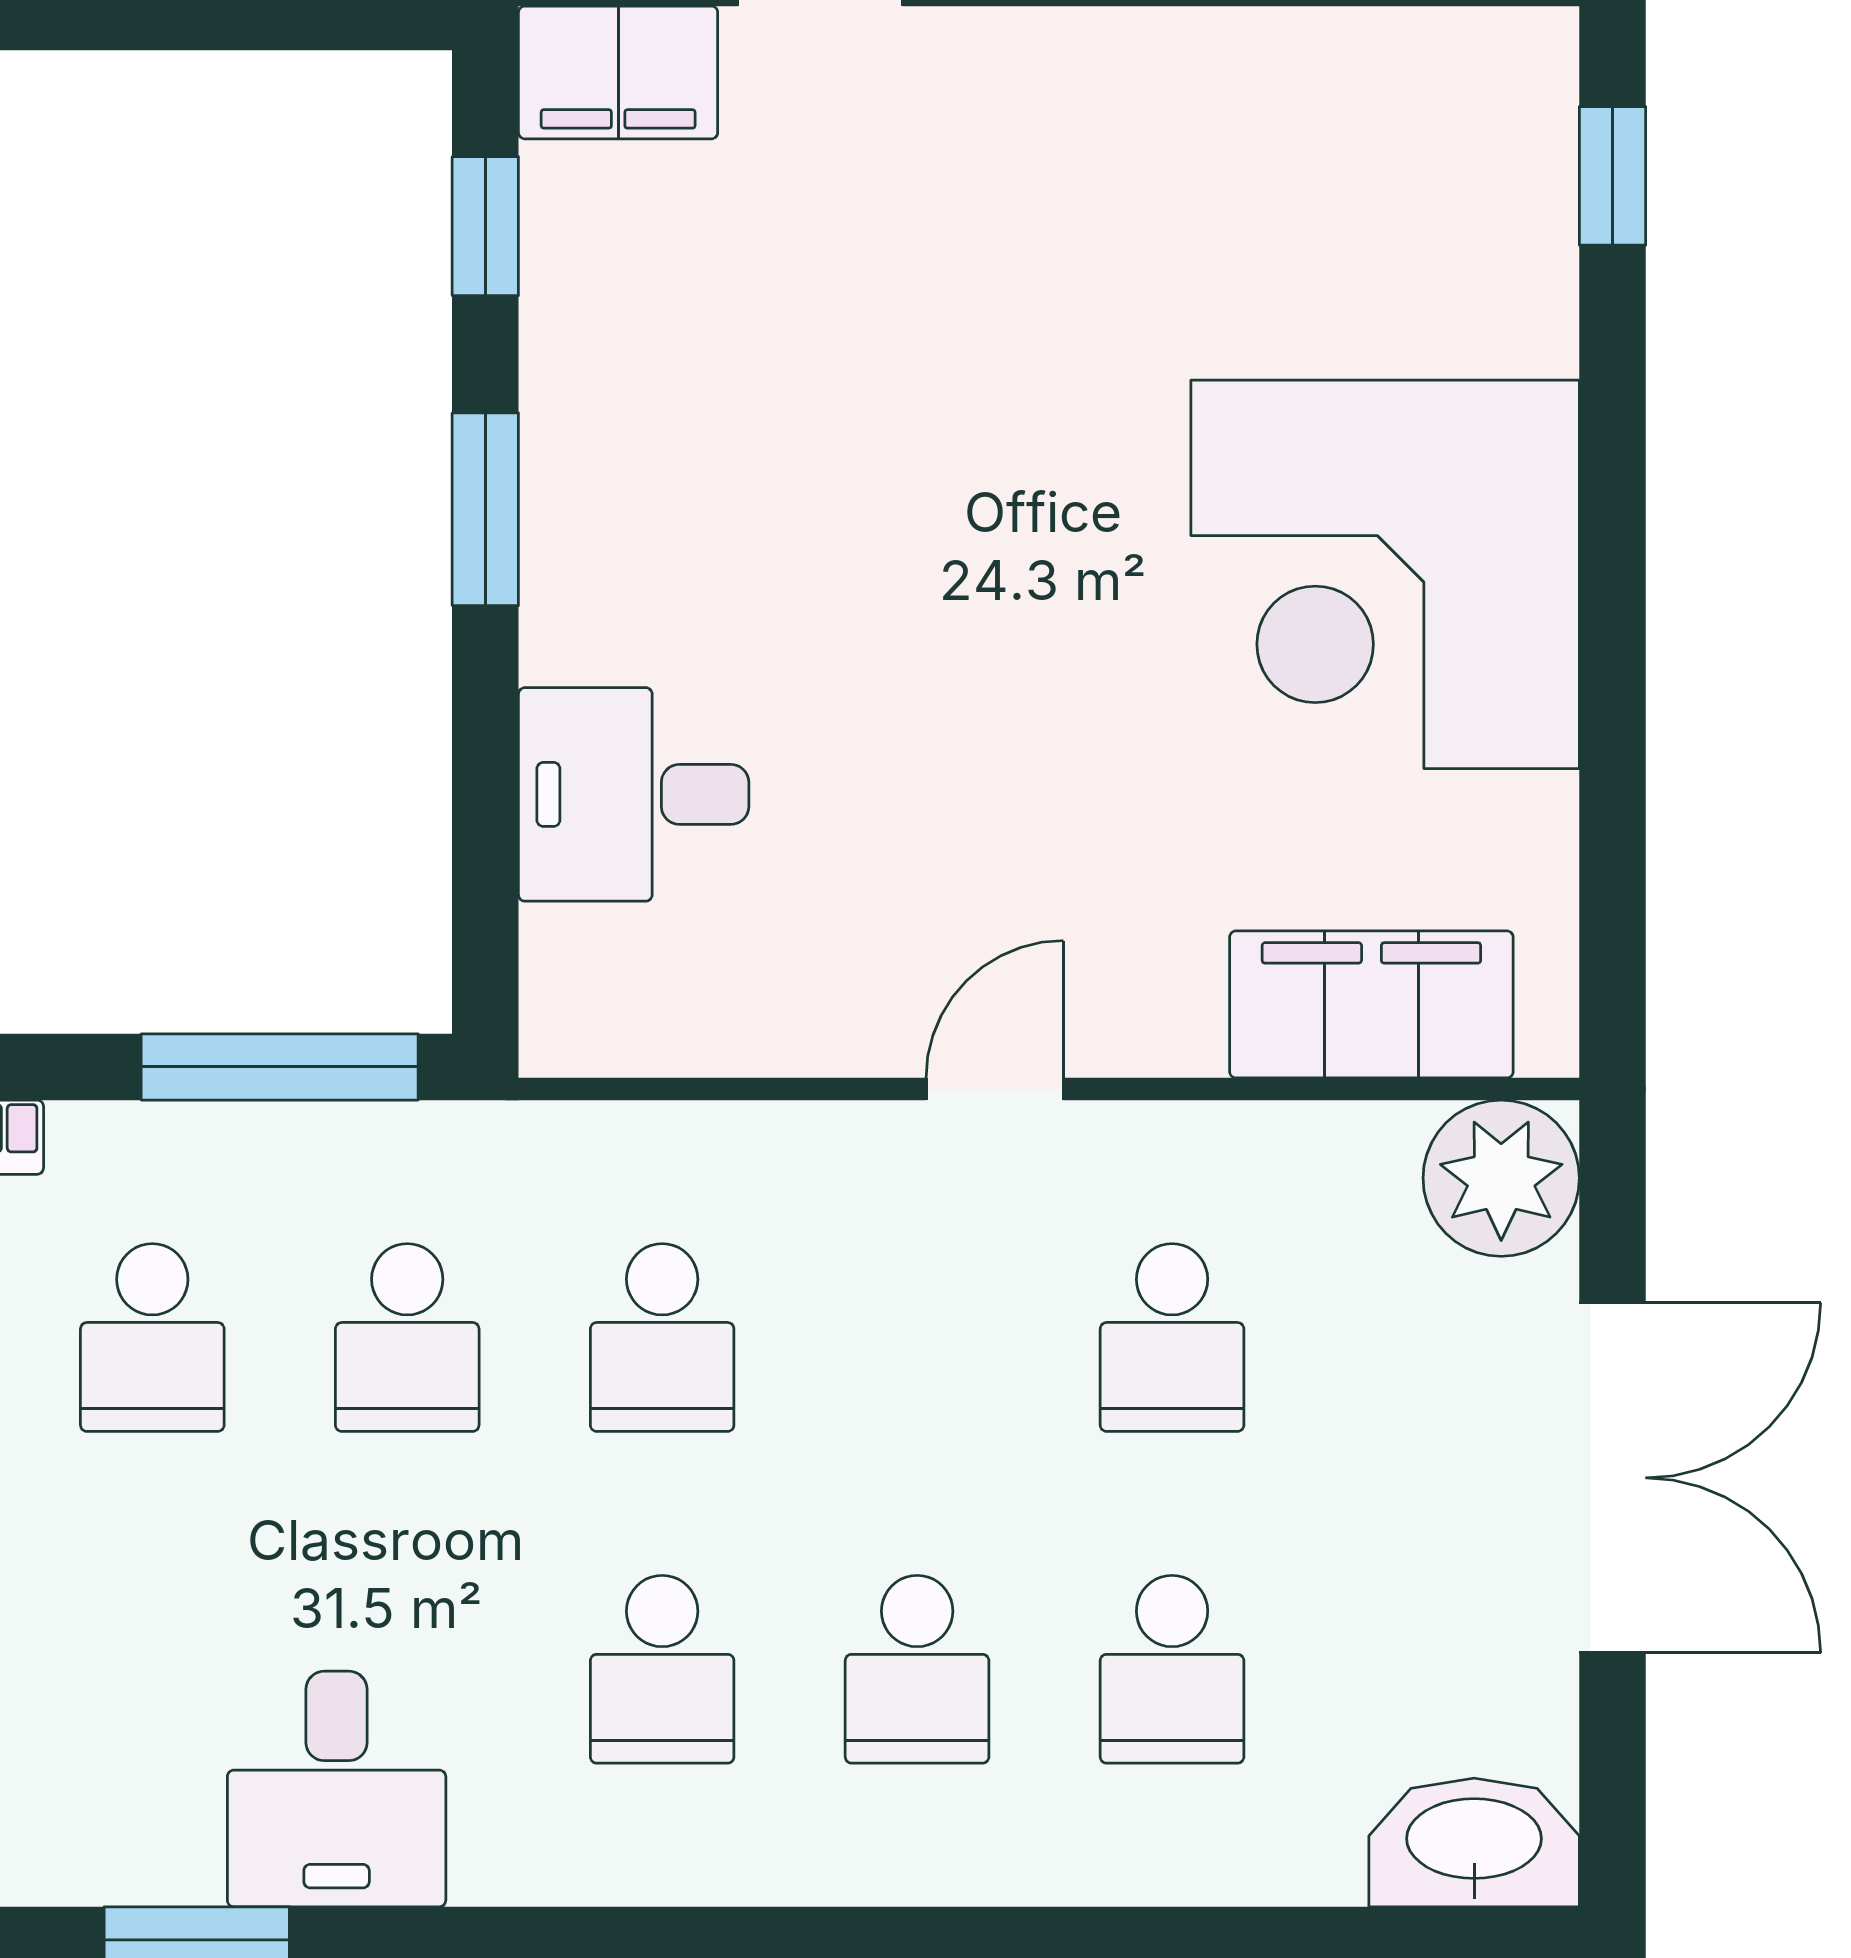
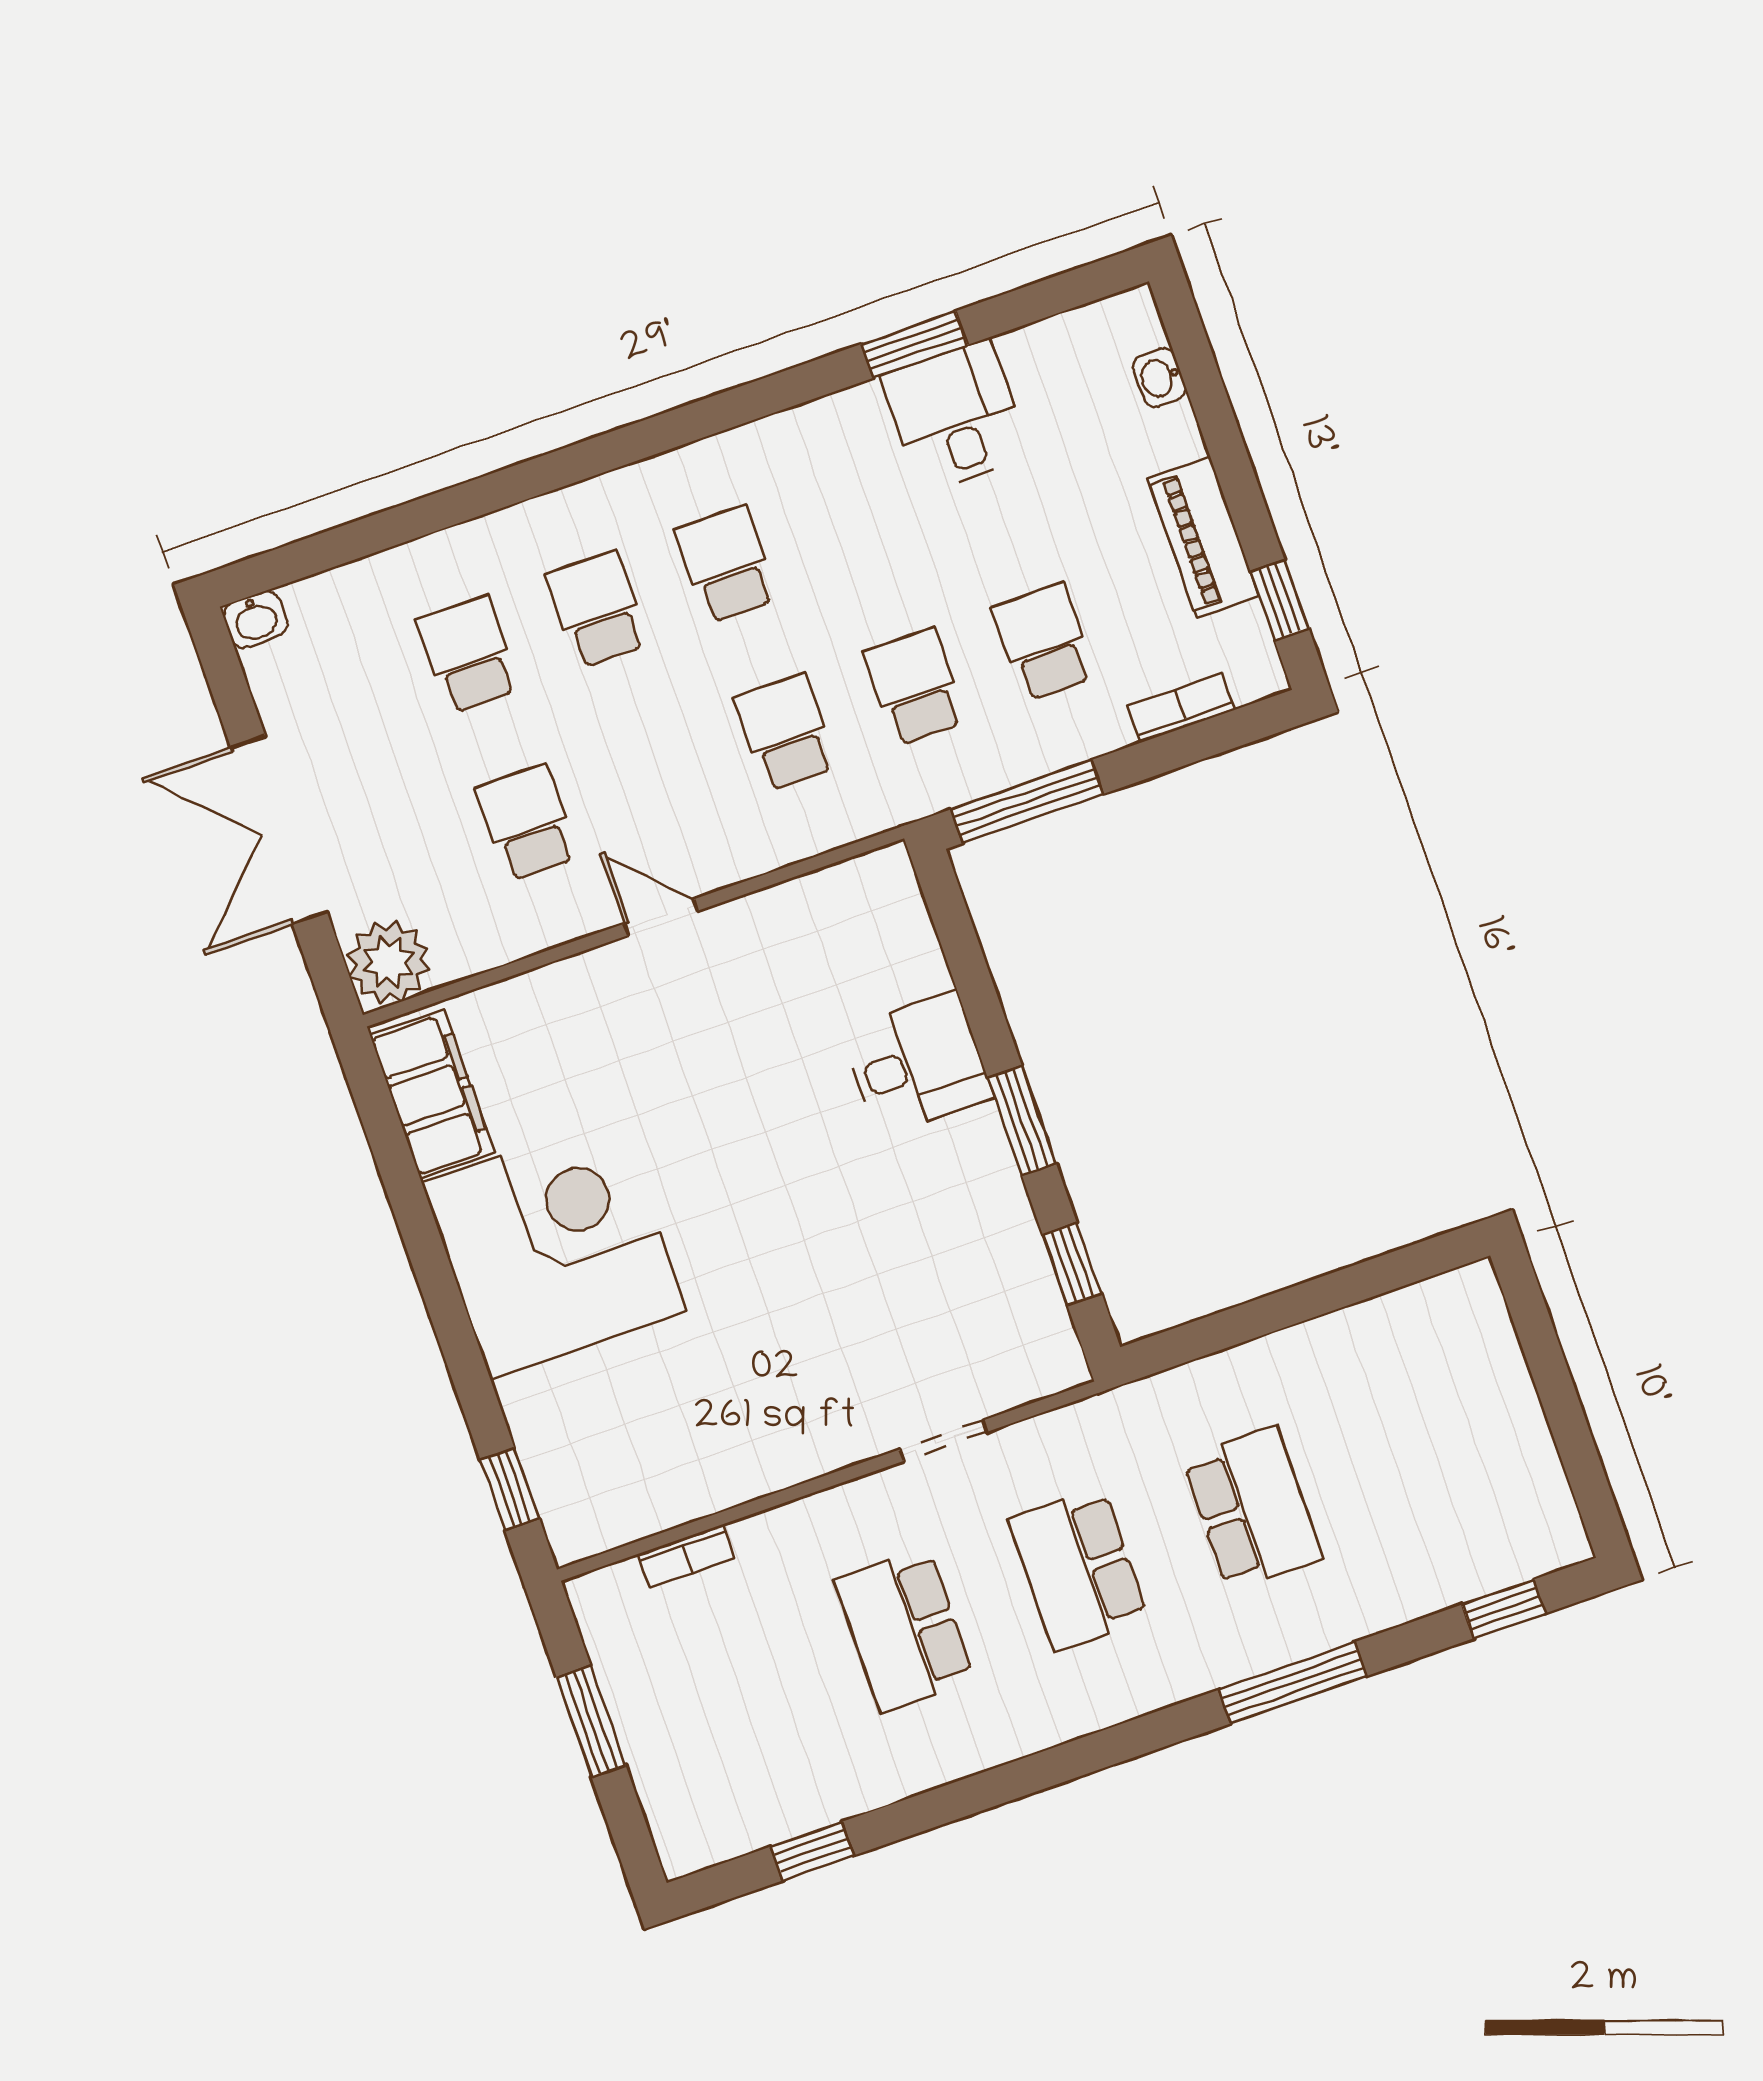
filing cabinet: (618, 72) -> (1032, 1365), removed
desk: (634, 794) -> (918, 1064), moved
filing cabinet: (1371, 1004) -> (432, 1094), moved, turned -90
door: (995, 1089) -> (661, 917), swing flipped
desk: (337, 1789) -> (955, 416), moved
washbasin: (1474, 1842) -> (255, 619), width x0.52, depth x0.69

